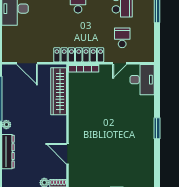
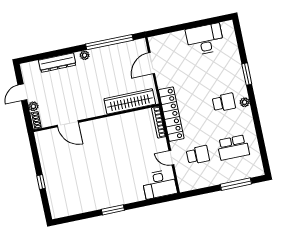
door: (67, 154) -> (68, 124), swing flipped

